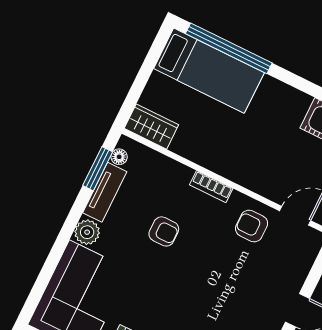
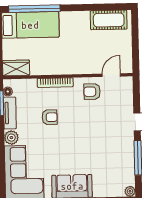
bookcase: (211, 187) -> (55, 83), width x1.56

